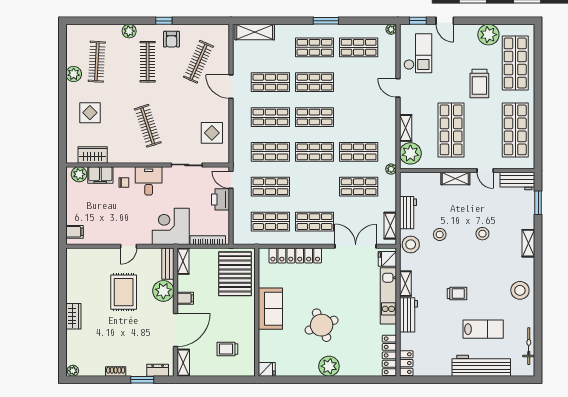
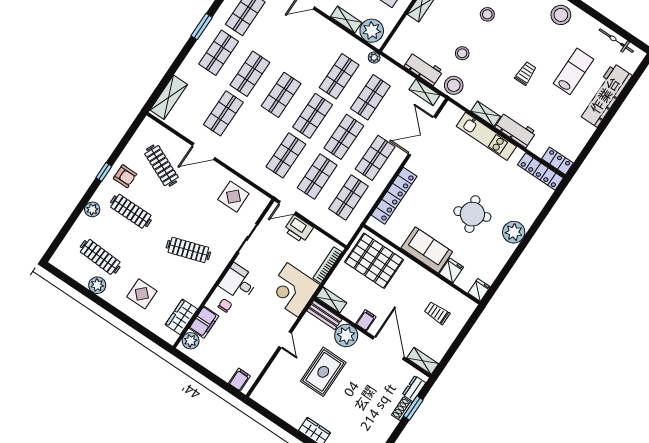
shop shelf: (270, 117) -> (344, 137), moved
fridge: (387, 259) -> (451, 270), moved, turned 180
rug: (124, 292) -> (323, 372), turned 90
trolley: (227, 349) -> (437, 313), turned 90
shoe rack: (116, 371) -> (402, 409), moved

